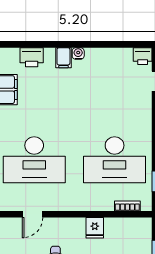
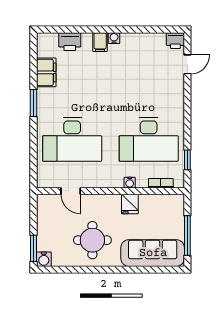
water cooler: (95, 205) -> (130, 183), added
door: (33, 214) -> (71, 191), hinge flipped

